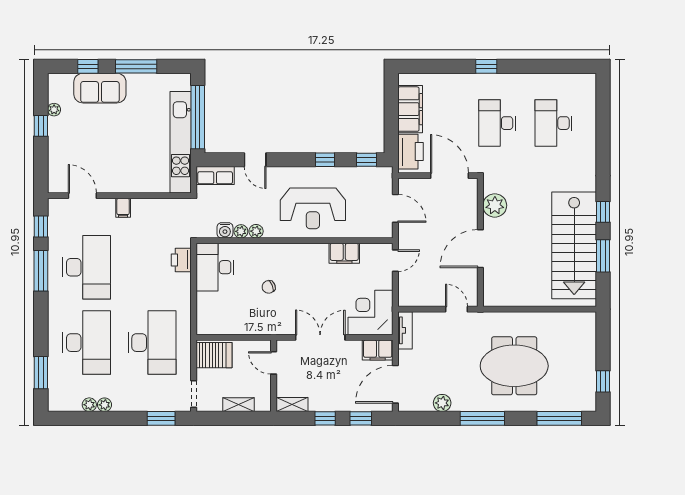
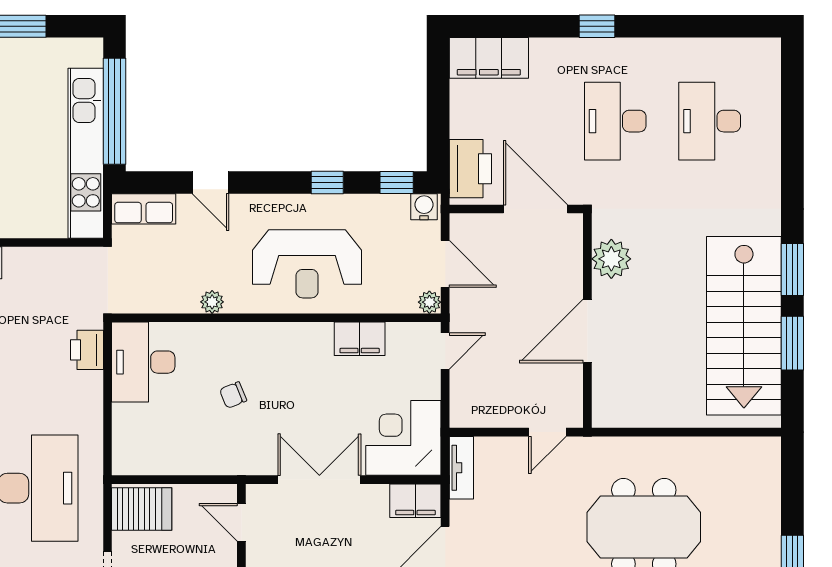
filing cabinet: (410, 109) -> (489, 58), moved, turned 90
window: (603, 212) -> (792, 270), width x1.50
water cooler: (225, 230) -> (424, 207), moved, turned 180
plant: (241, 231) -> (429, 302), moved
door: (457, 309) -> (547, 432), swing flipped

